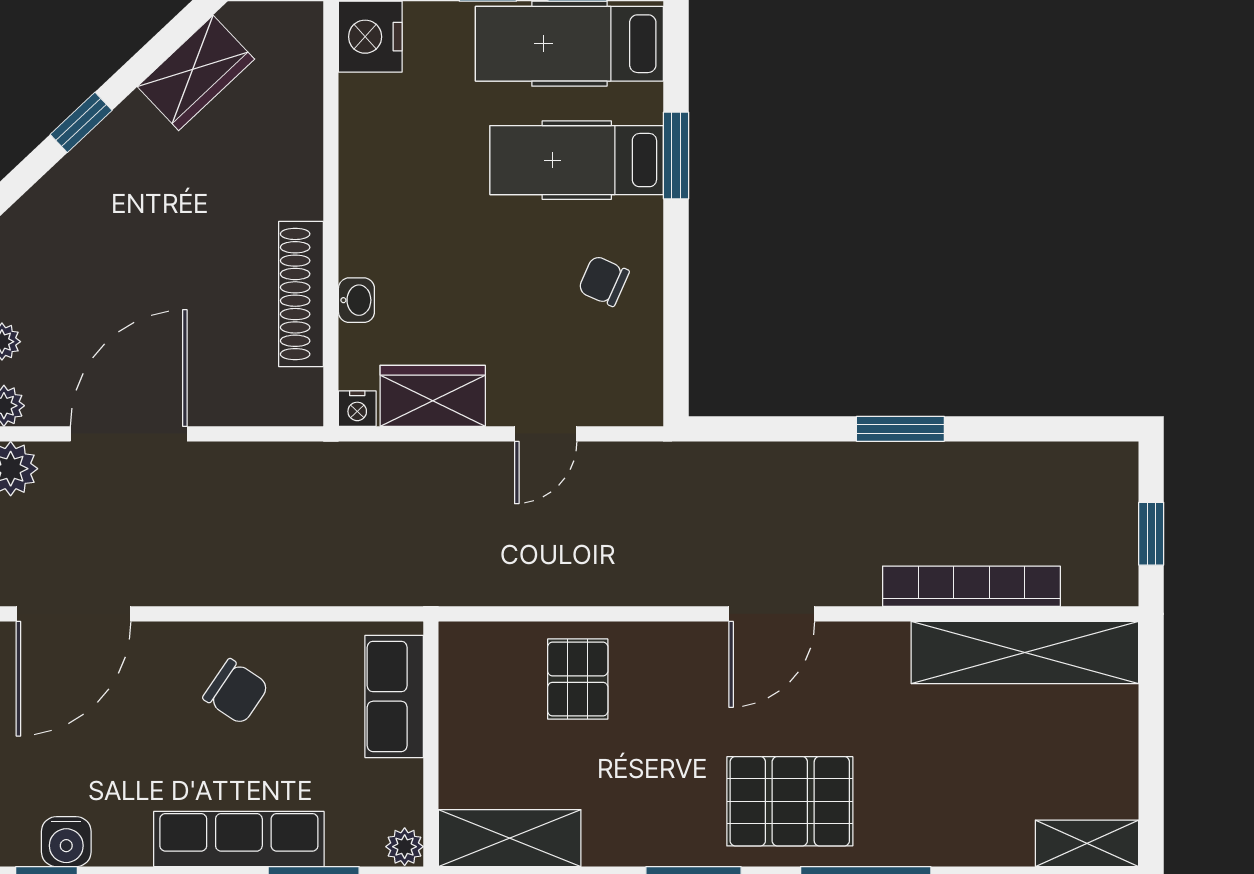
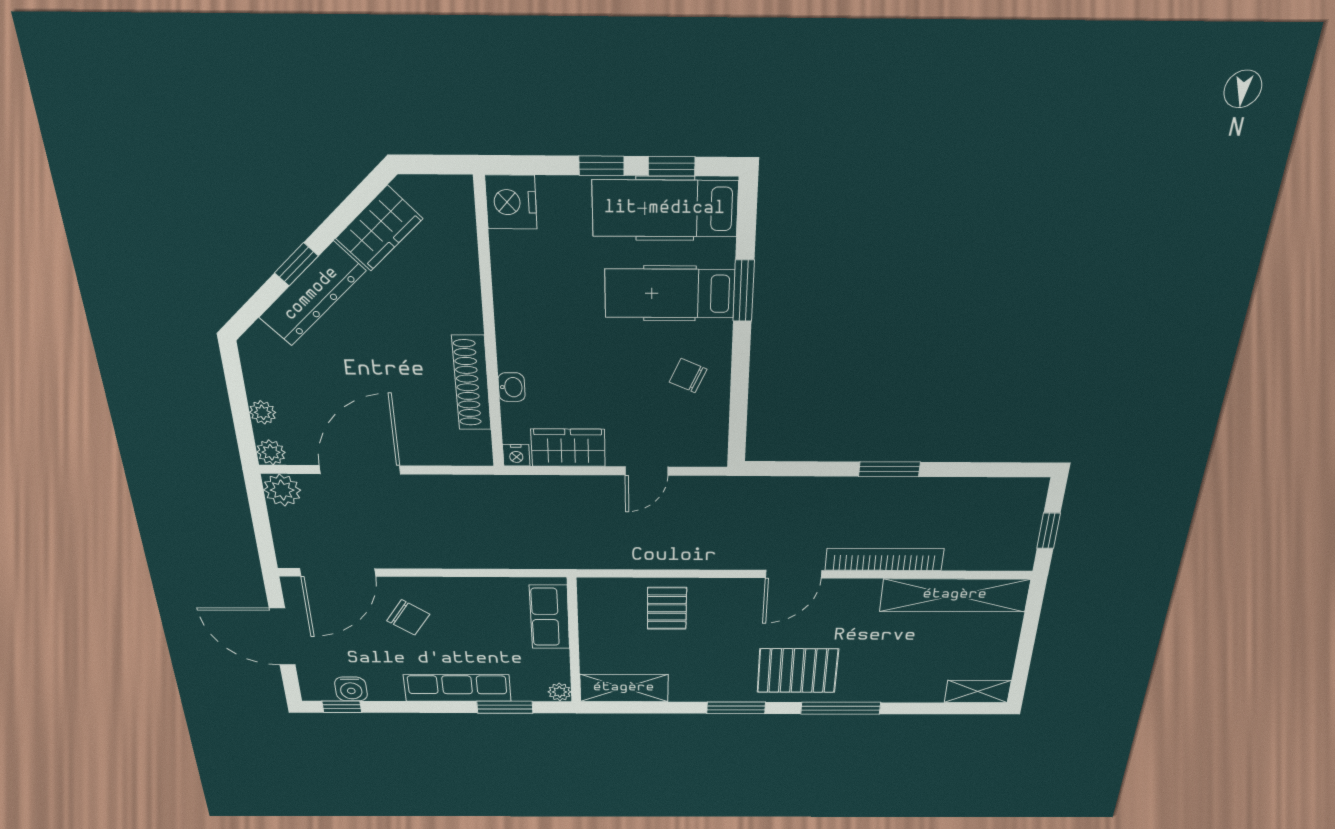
dresser: (96, 164) -> (312, 294), added
bookcase: (971, 586) -> (884, 559), moved
chair: (236, 692) -> (408, 617), moved

